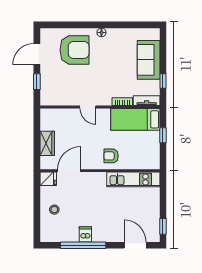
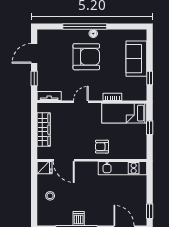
window: (92, 25) -> (85, 27), added
armchair: (75, 50) -> (86, 57), moved
tv unit: (147, 101) -> (49, 96), moved
door: (88, 107) -> (81, 102), swing flipped
wardrobe: (47, 143) -> (44, 130), width x1.50
door: (69, 171) -> (64, 160), swing flipped

